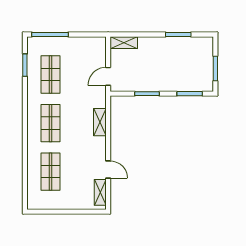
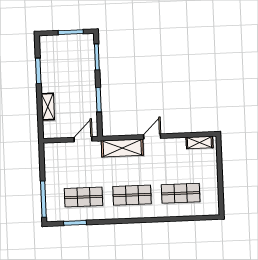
shelving: (124, 43) -> (48, 107), moved
door: (108, 76) -> (83, 139), swing flipped
shelving: (100, 122) -> (122, 148), width x1.50, depth x1.33
door: (108, 170) -> (152, 136), moved

